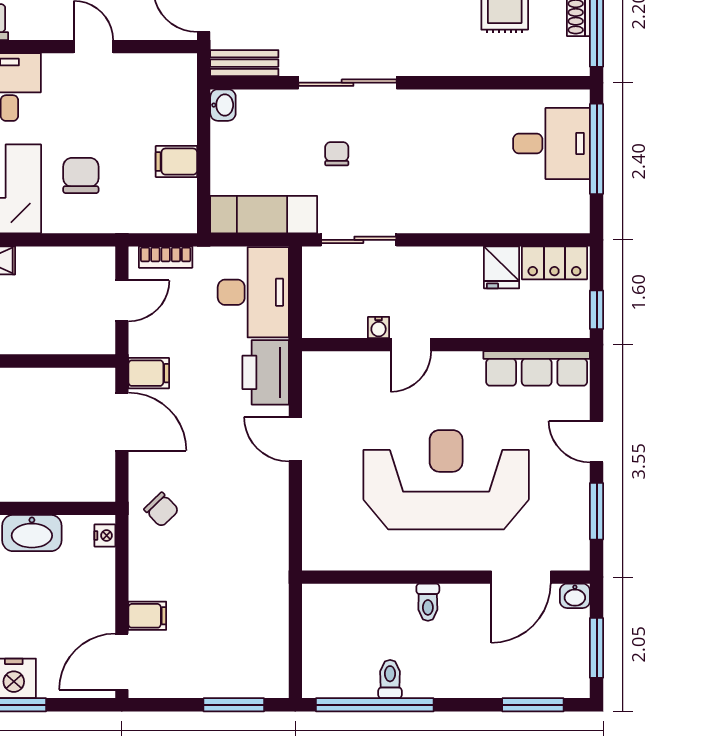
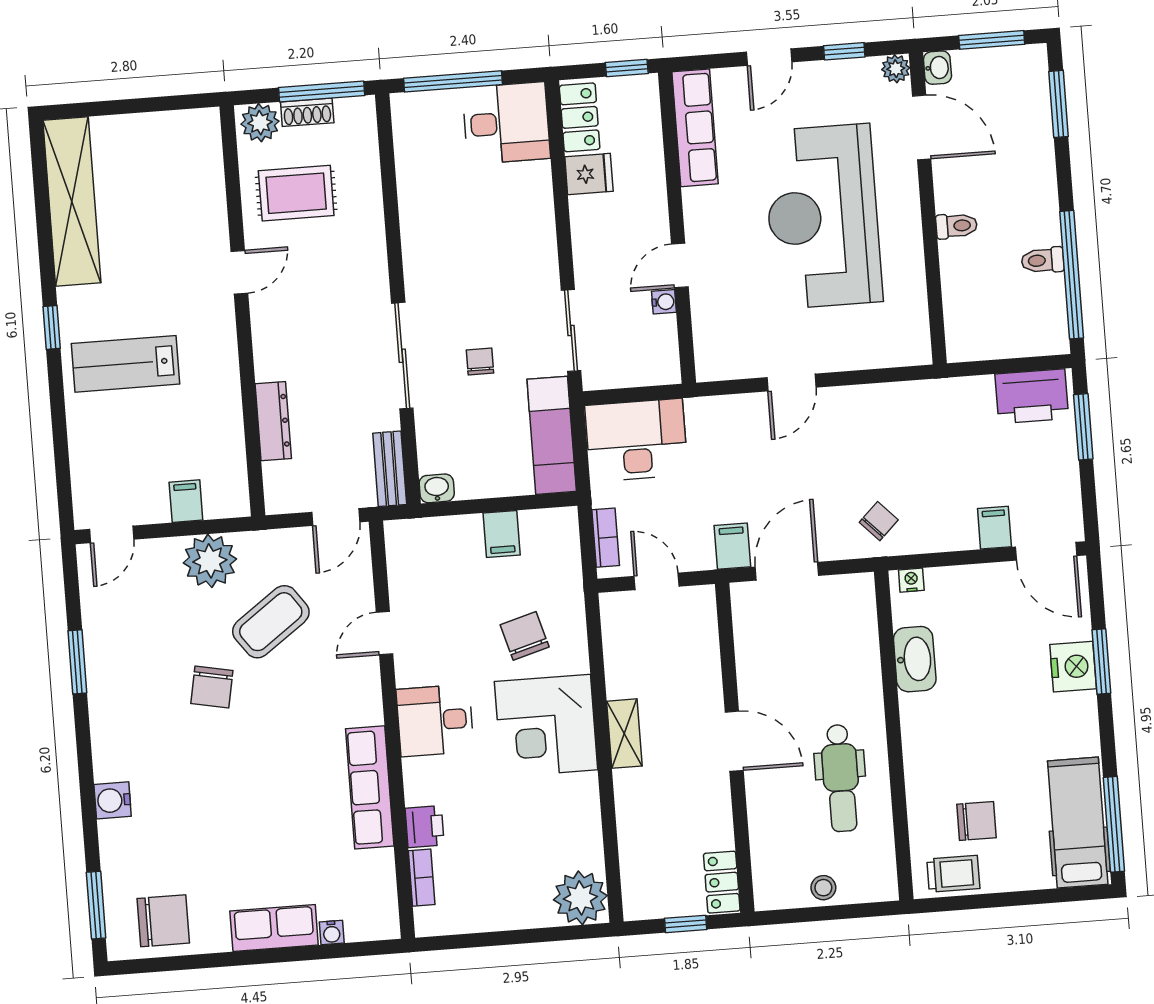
desk: (552, 144) -> (506, 123), moved, turned 90
chair: (337, 154) -> (480, 361), turned 90
chair: (81, 175) -> (525, 636), turned 74
door: (411, 345) -> (680, 266), swing flipped
printer: (266, 372) -> (1032, 396), moved
window: (597, 511) -> (844, 51), width x0.67
plant: (577, 557) -> (896, 69), added

